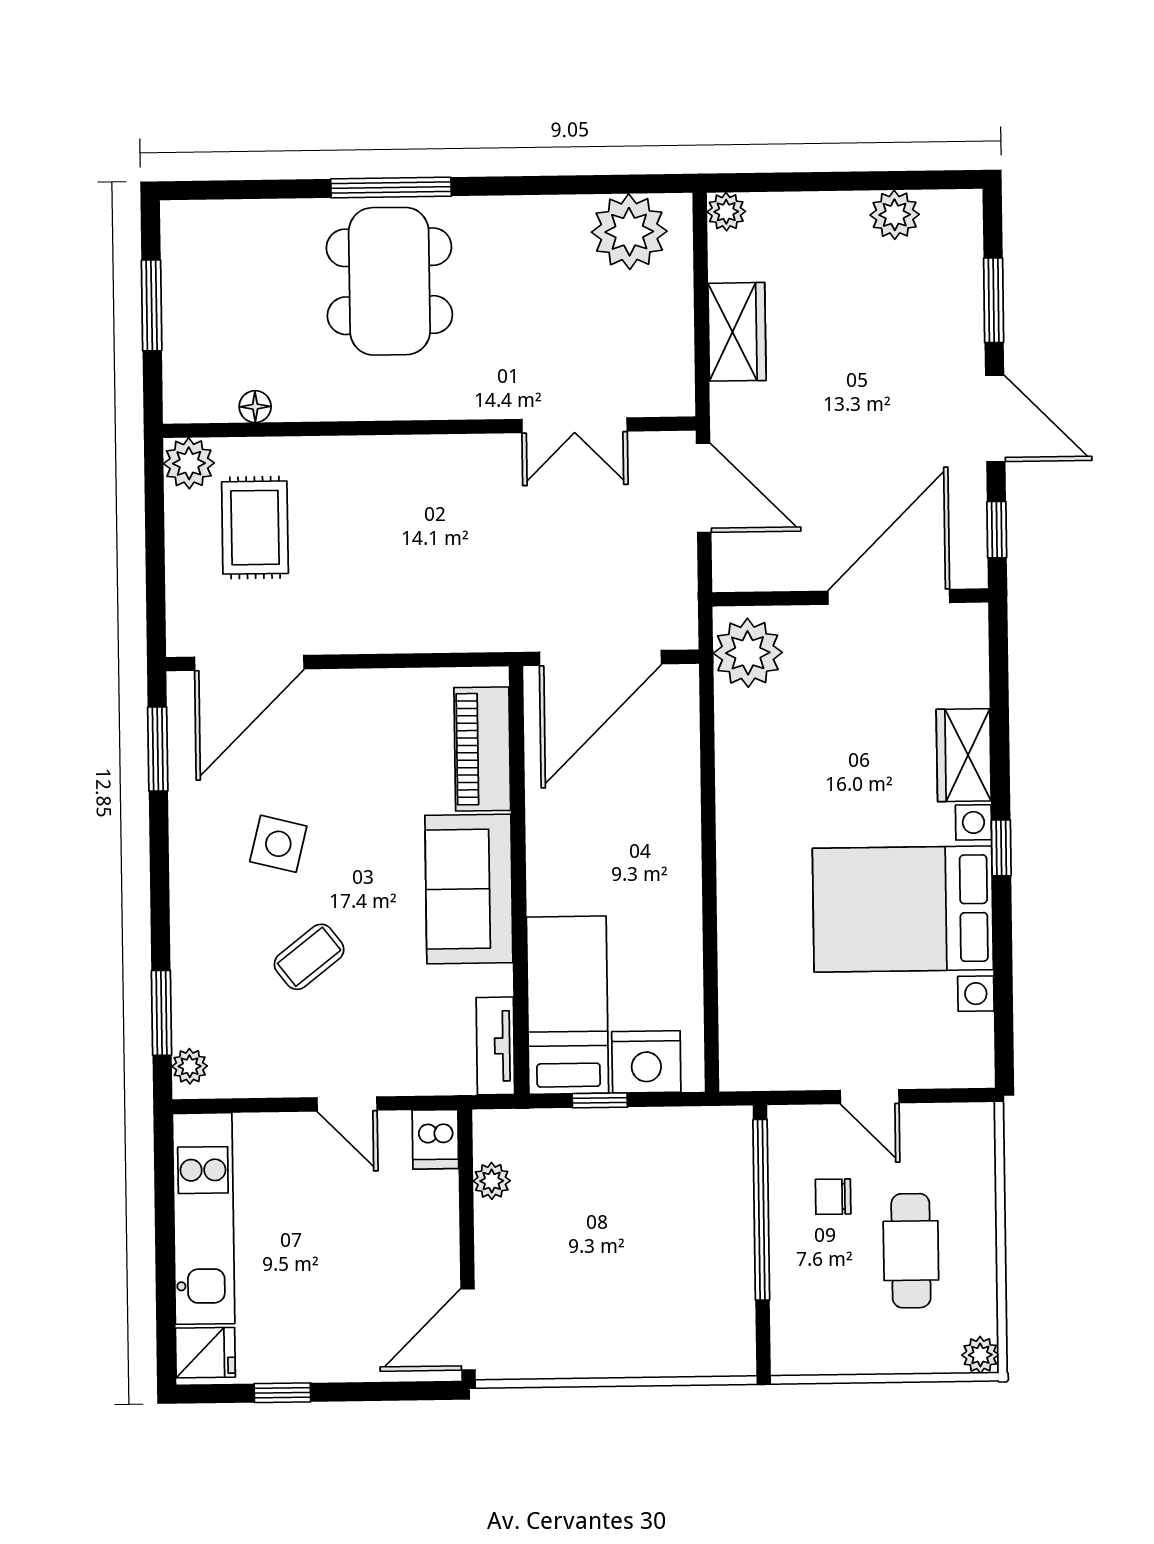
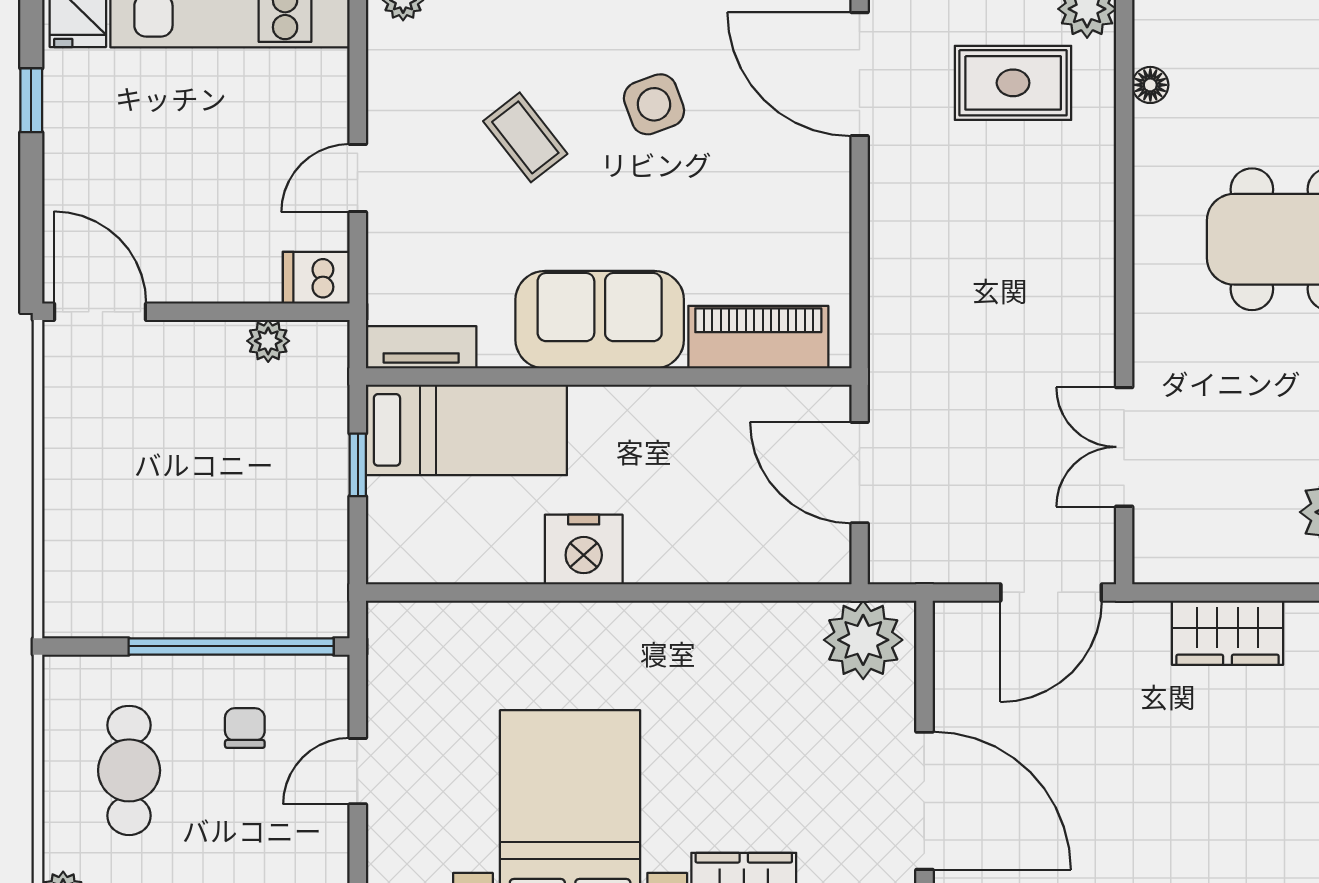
door: (600, 658) -> (860, 473), width x0.73
side table: (278, 844) -> (654, 104), turned -34
nightstand: (646, 1062) -> (584, 550), moved, turned -90
cafe table: (911, 1251) -> (129, 770), moved, turned 90

